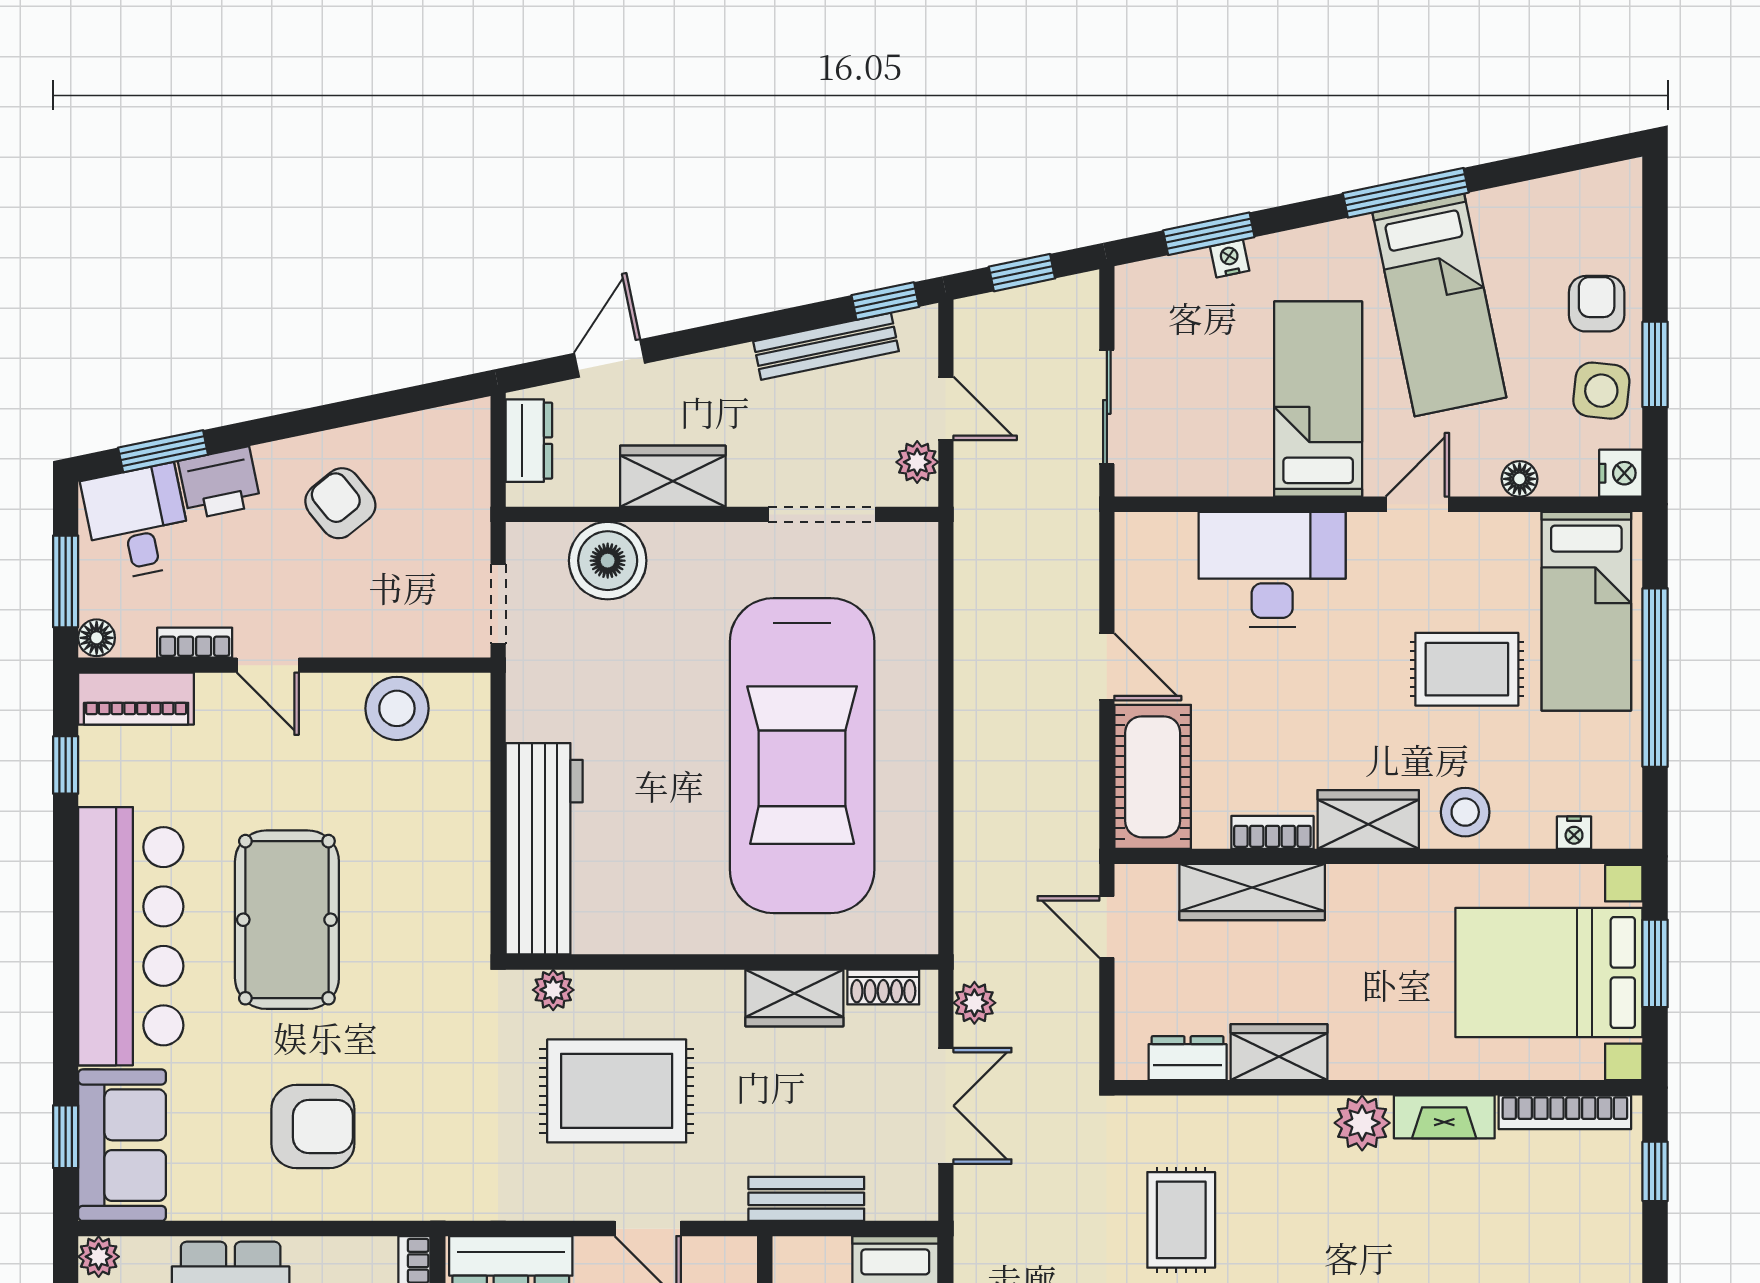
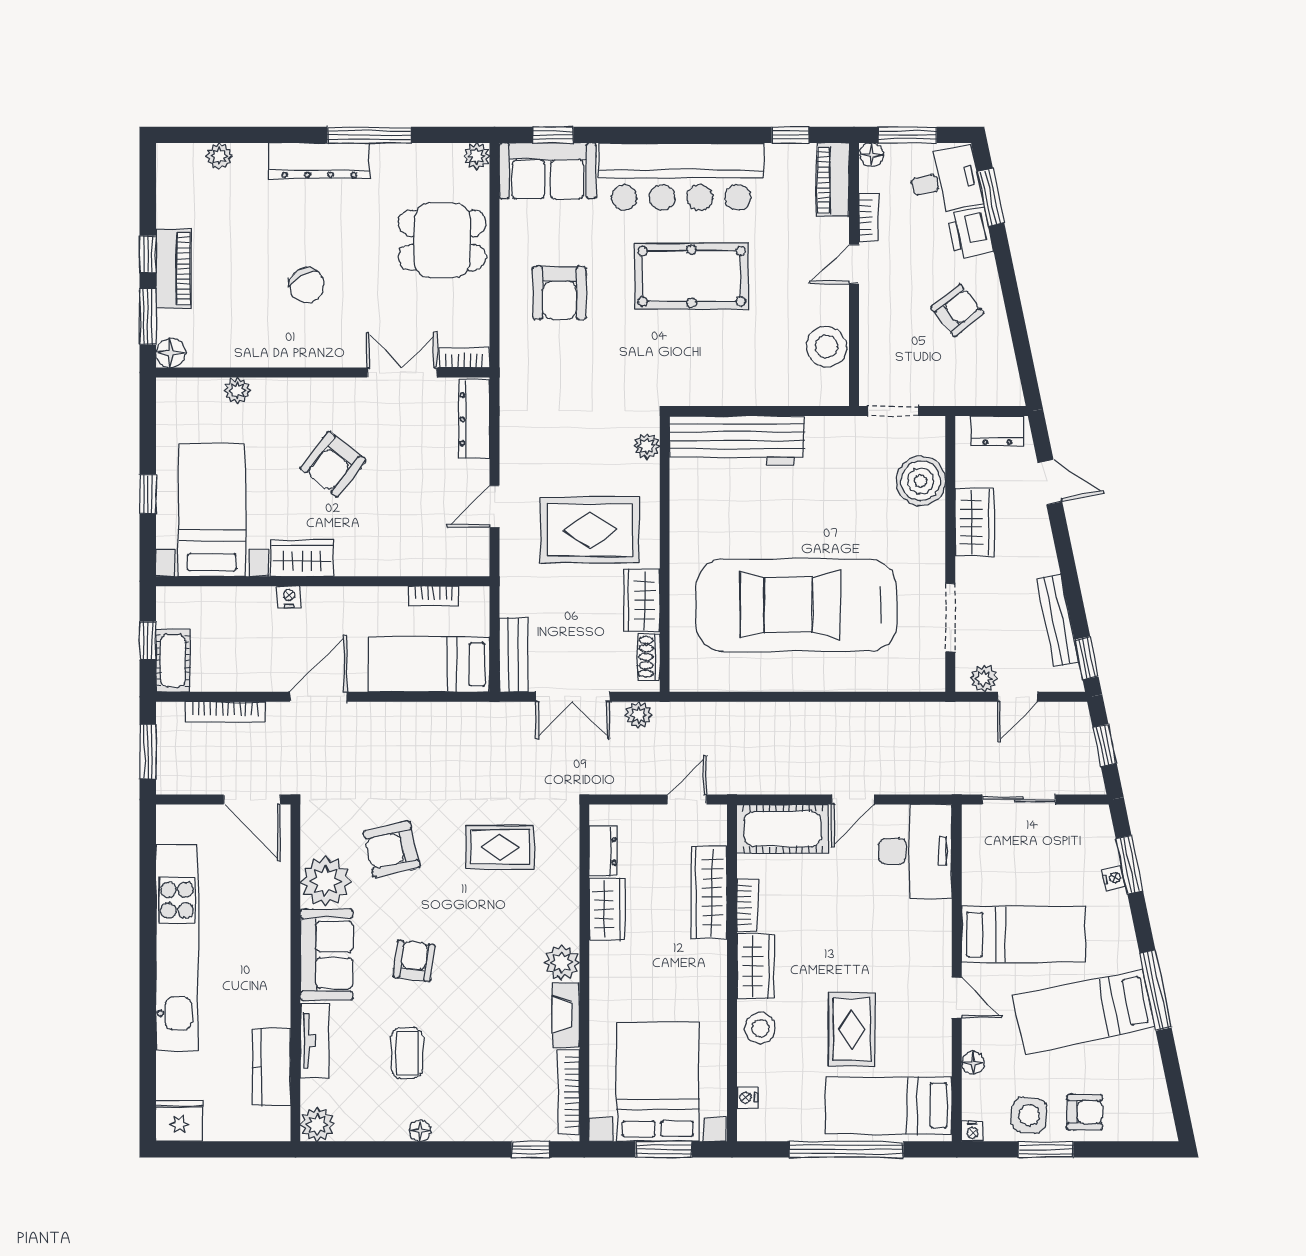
nightstand: (1621, 473) -> (972, 1131), width x0.72, depth x0.74
desk: (1272, 569) -> (915, 851), moved
rug: (617, 1091) -> (590, 530), moved, turned 90
bench: (806, 1199) -> (513, 655), moved

